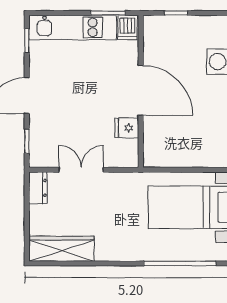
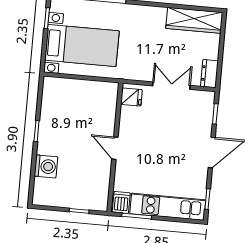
door: (141, 90) -> (115, 148), width x0.53
fridge: (127, 128) -> (131, 97), moved
double door: (81, 170) -> (171, 86), swing flipped

